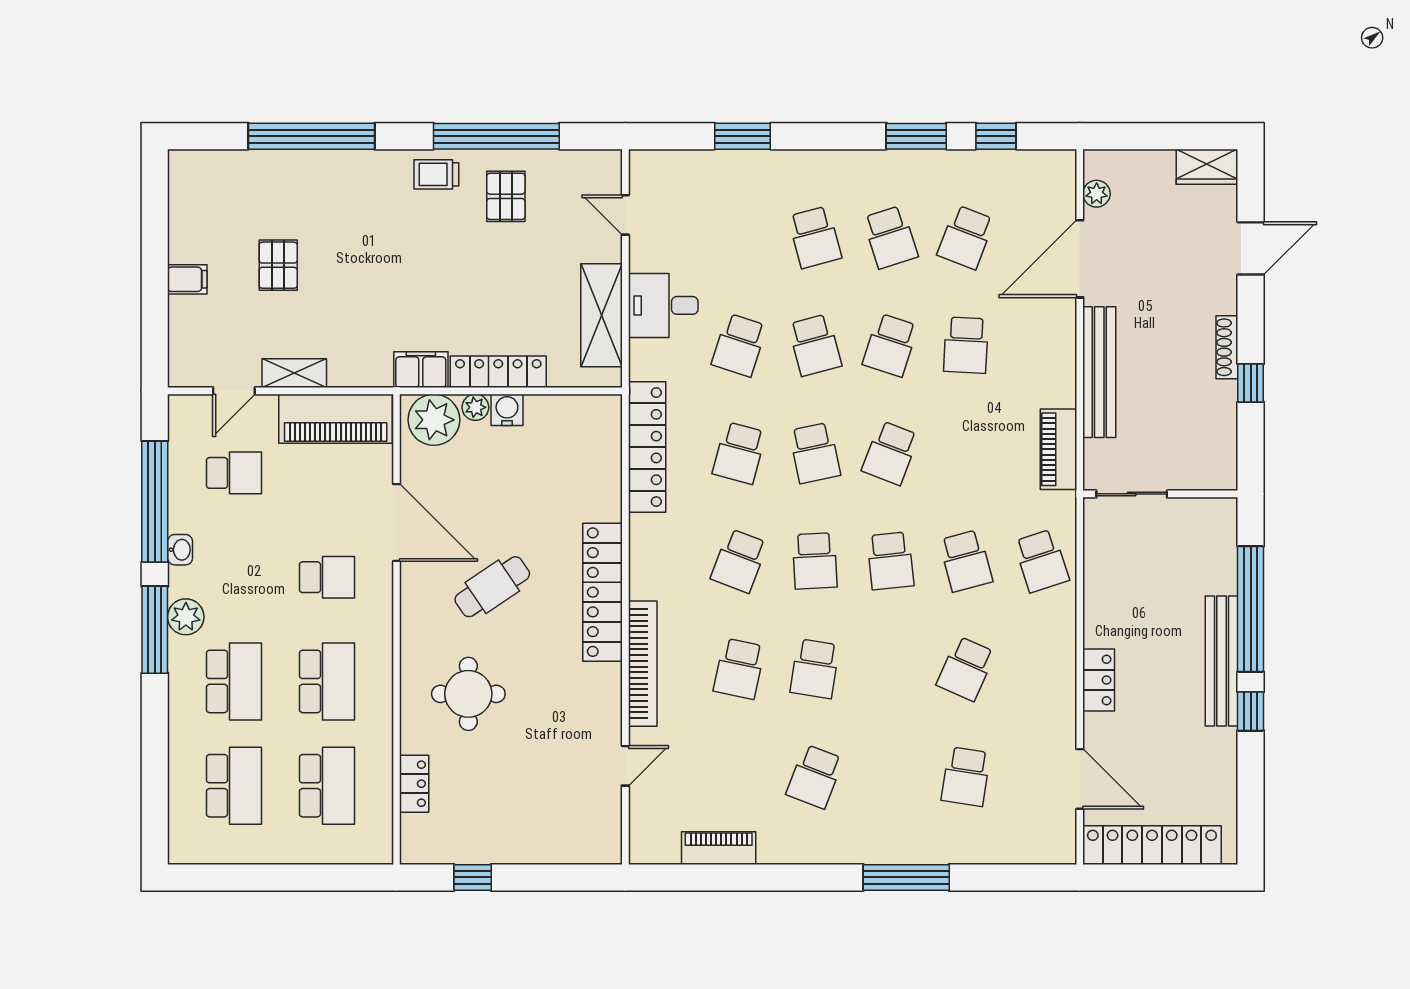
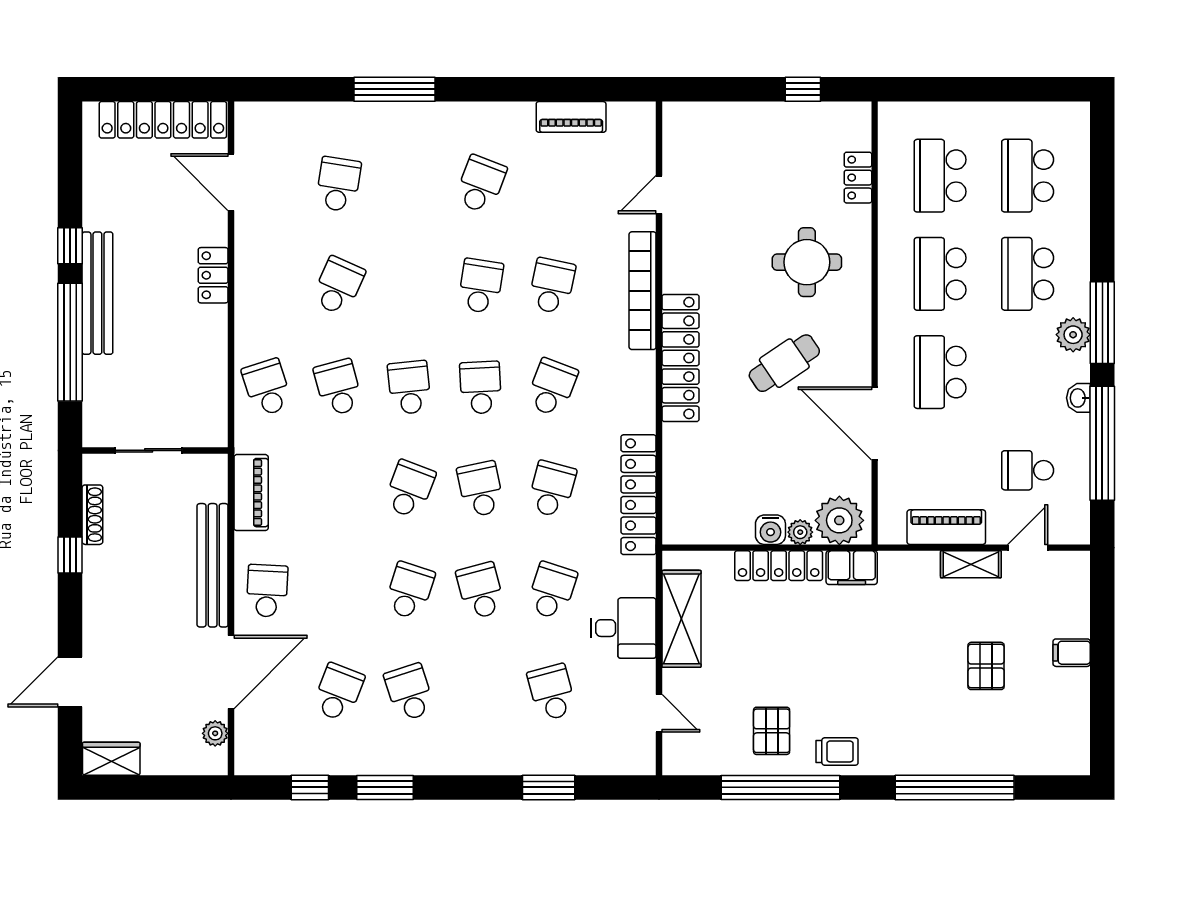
school desk: (815, 237) -> (552, 692), moved
school desk: (966, 345) -> (267, 591), moved
shoe rack: (1227, 347) -> (92, 515), moved
piano: (336, 419) -> (946, 527), width x0.73, depth x0.75
sliding door: (1132, 494) -> (149, 450), moved
school desk: (327, 577) -> (940, 372), width x1.85

